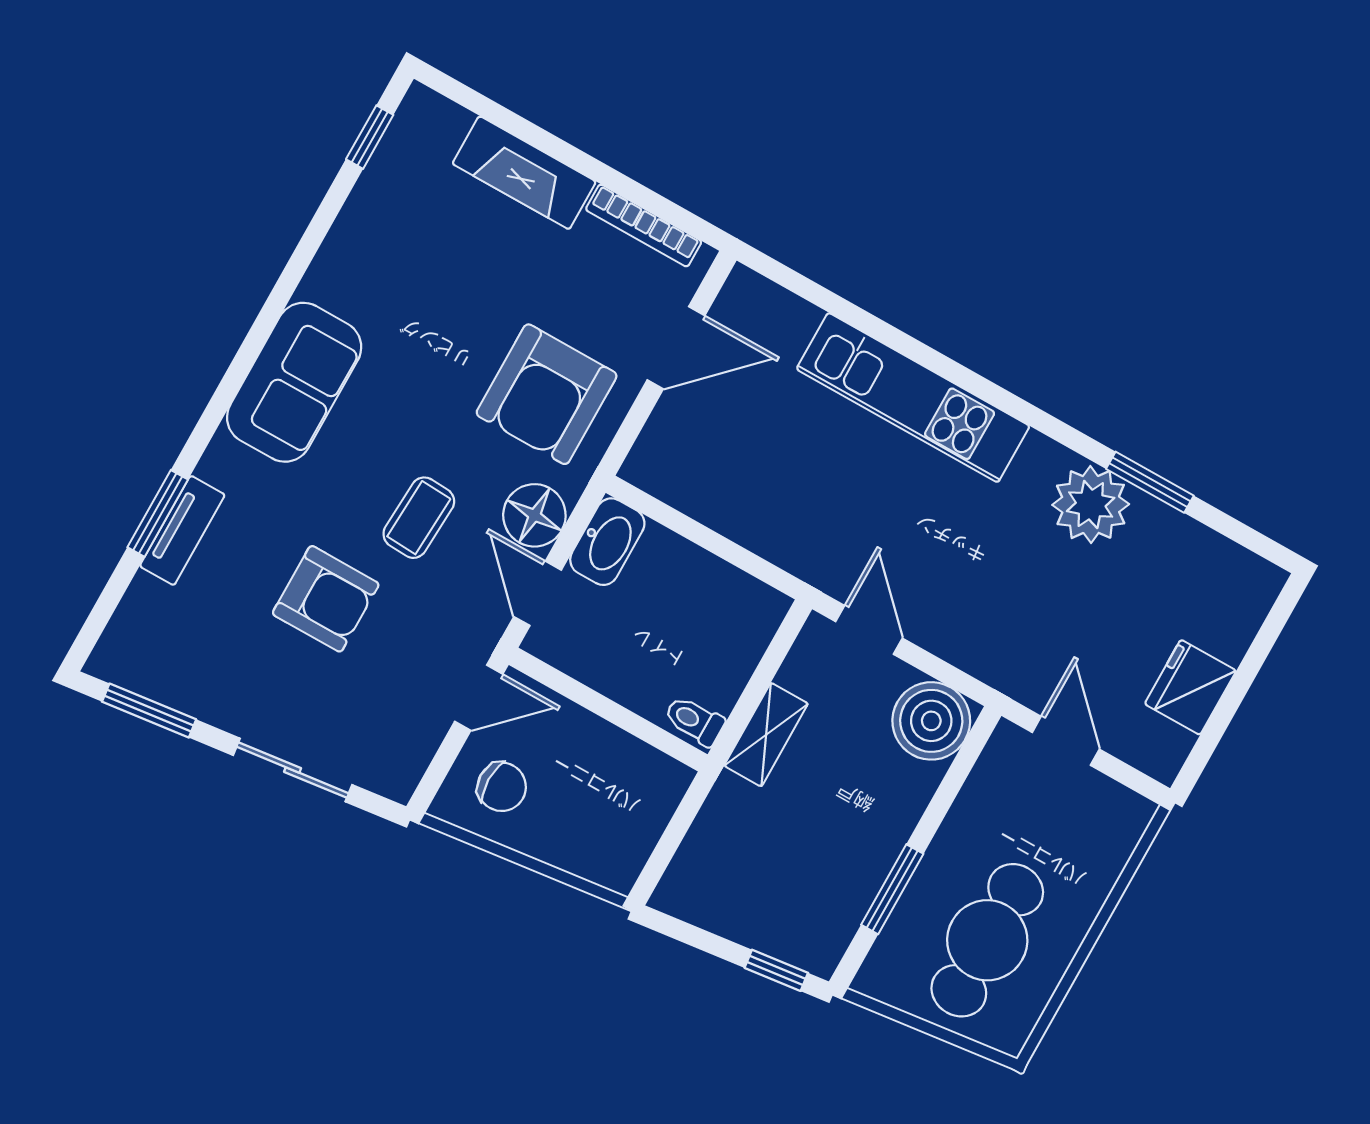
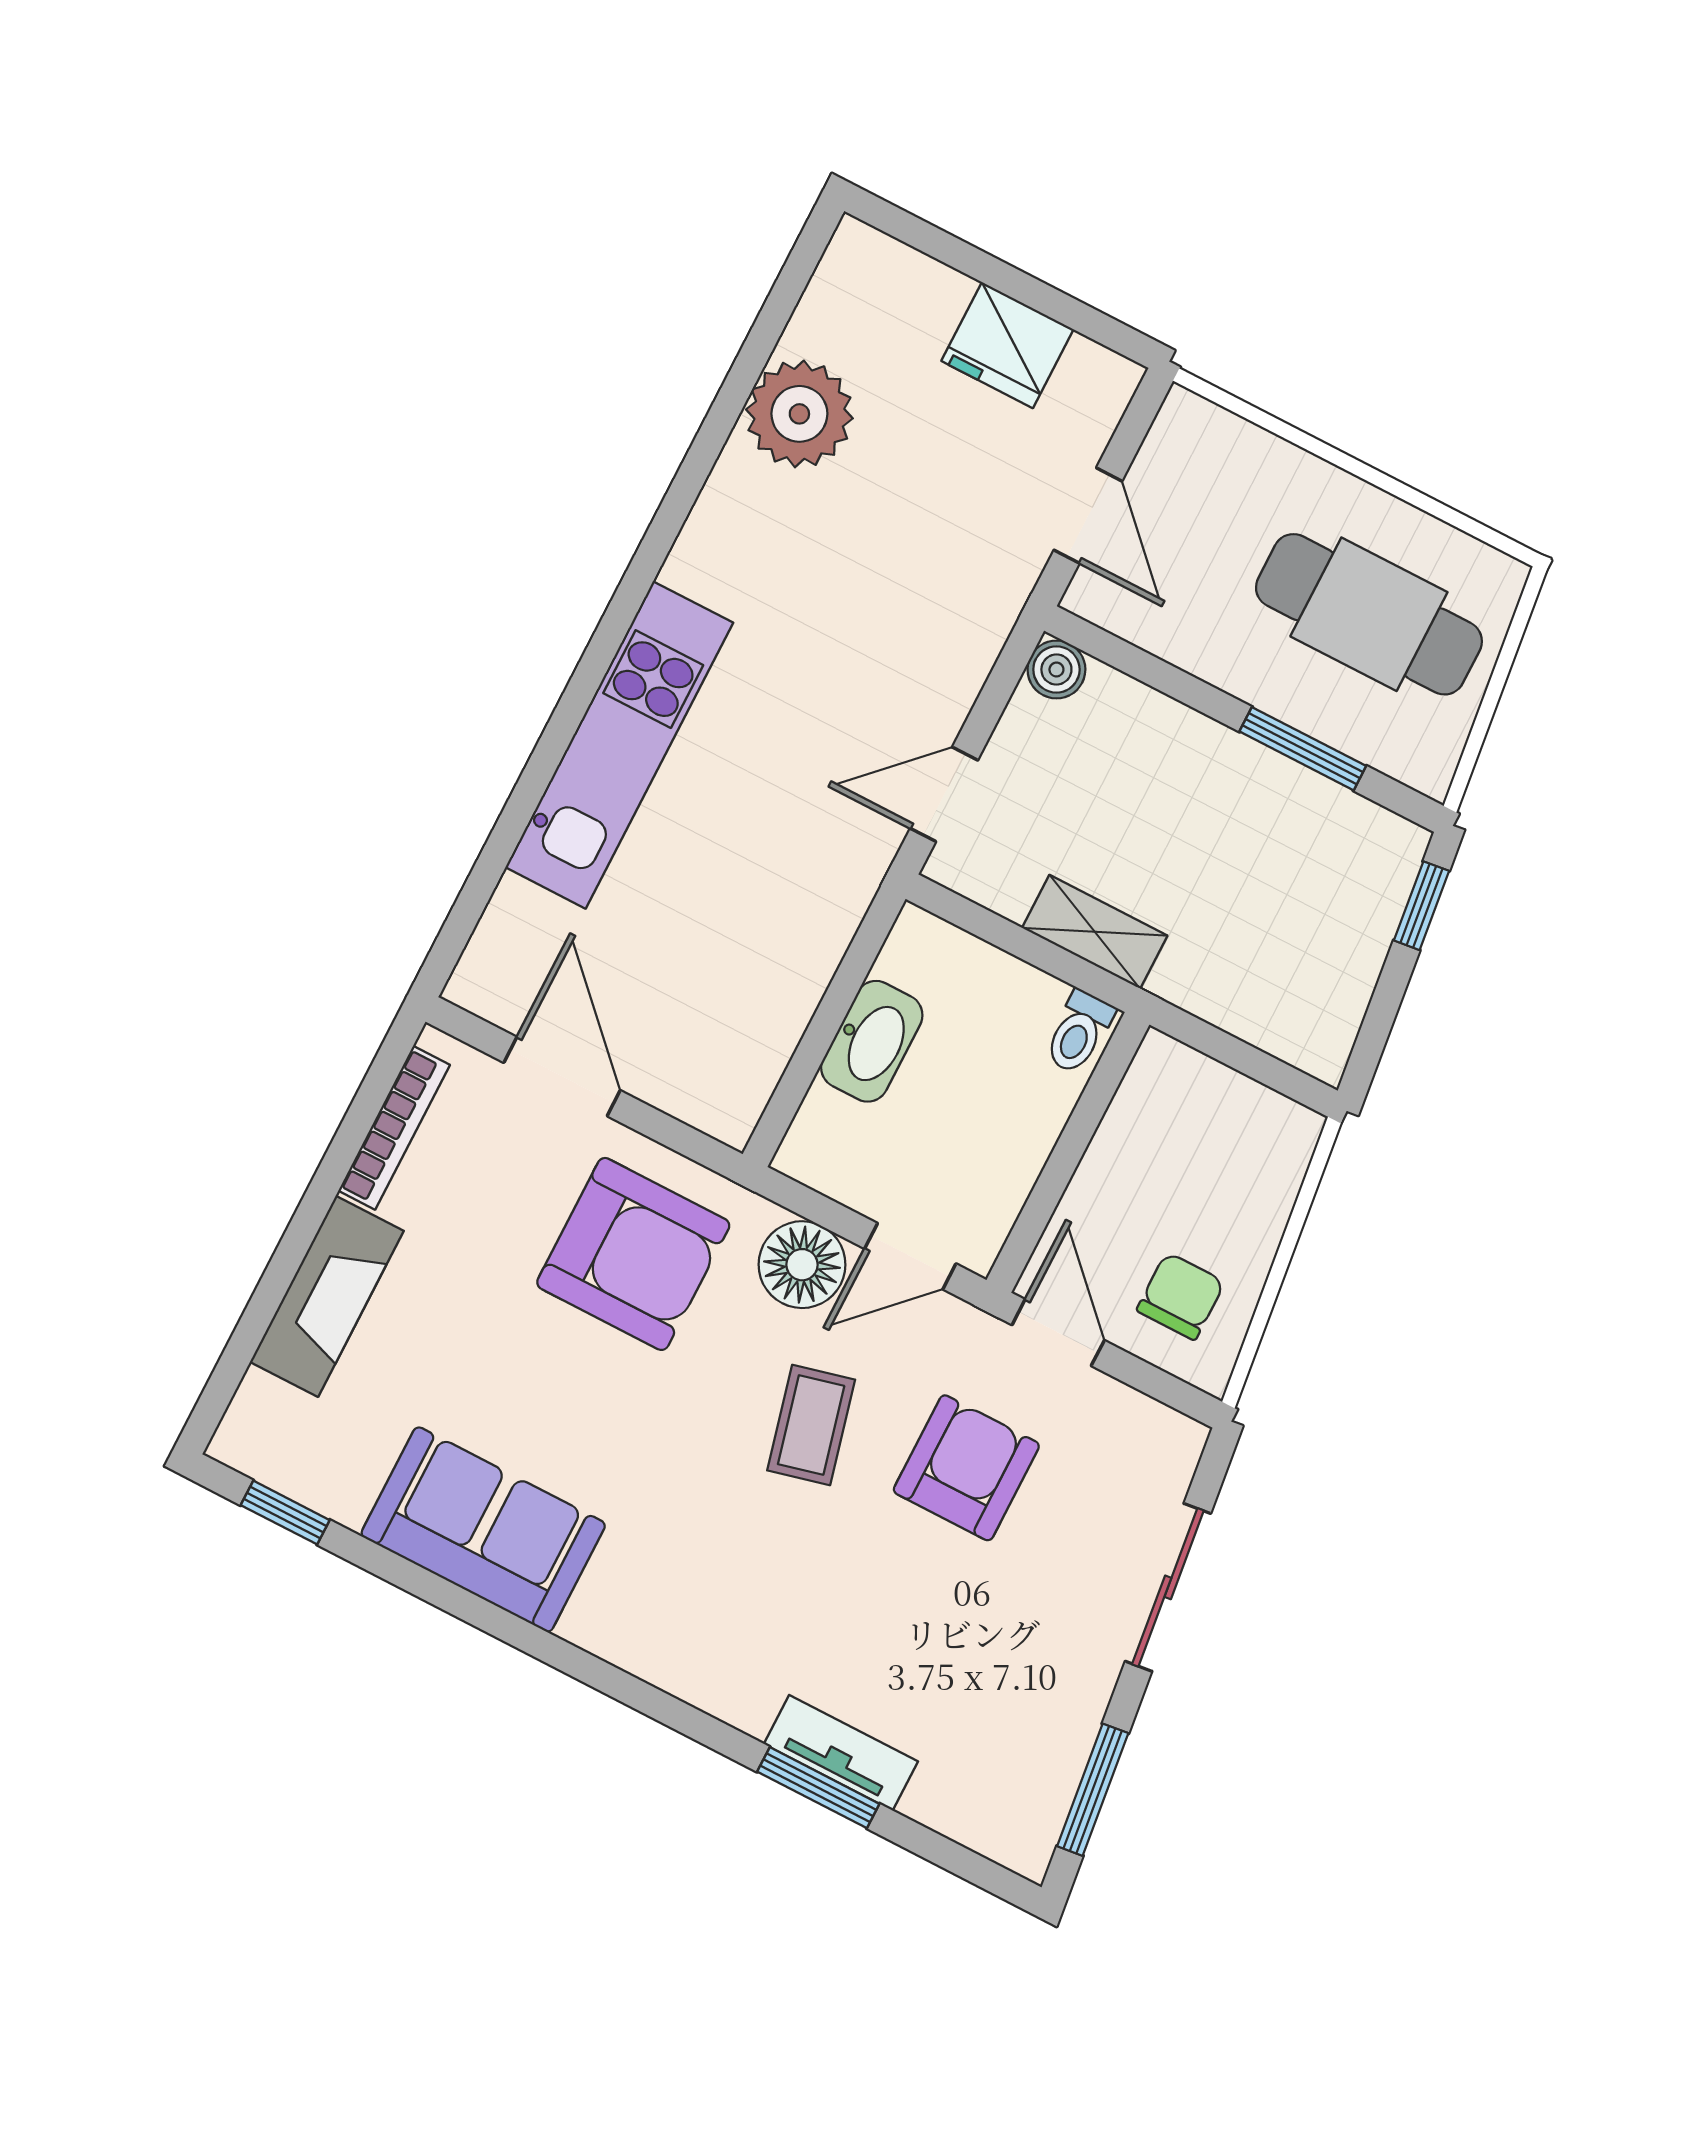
sofa: (294, 382) -> (483, 1530), moved
window: (1150, 482) -> (725, 412), removed
plant: (1091, 505) -> (799, 414), moved
coffee table: (419, 518) -> (811, 1425), turned 73
washbasin: (607, 542) -> (872, 1041), moved, turned 90
armchair: (326, 599) -> (966, 1468), moved
boiler: (931, 721) -> (1056, 670), width x0.54, depth x0.54
door: (1066, 741) -> (1088, 516), swing flipped

